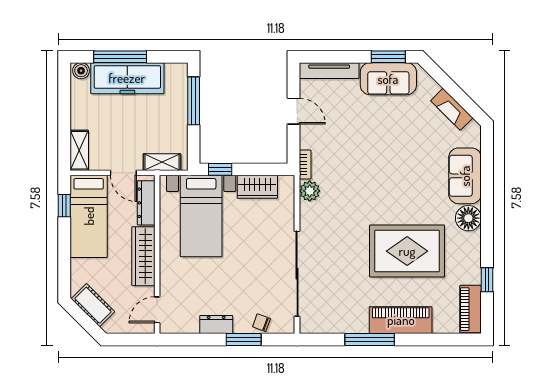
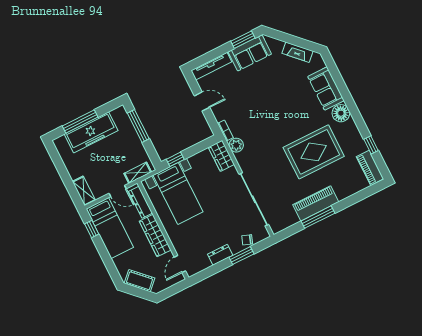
boiler: (81, 71) -> (61, 142), removed
wardrobe: (257, 187) -> (221, 156), moved, turned 90
piano: (401, 320) -> (316, 203), moved

